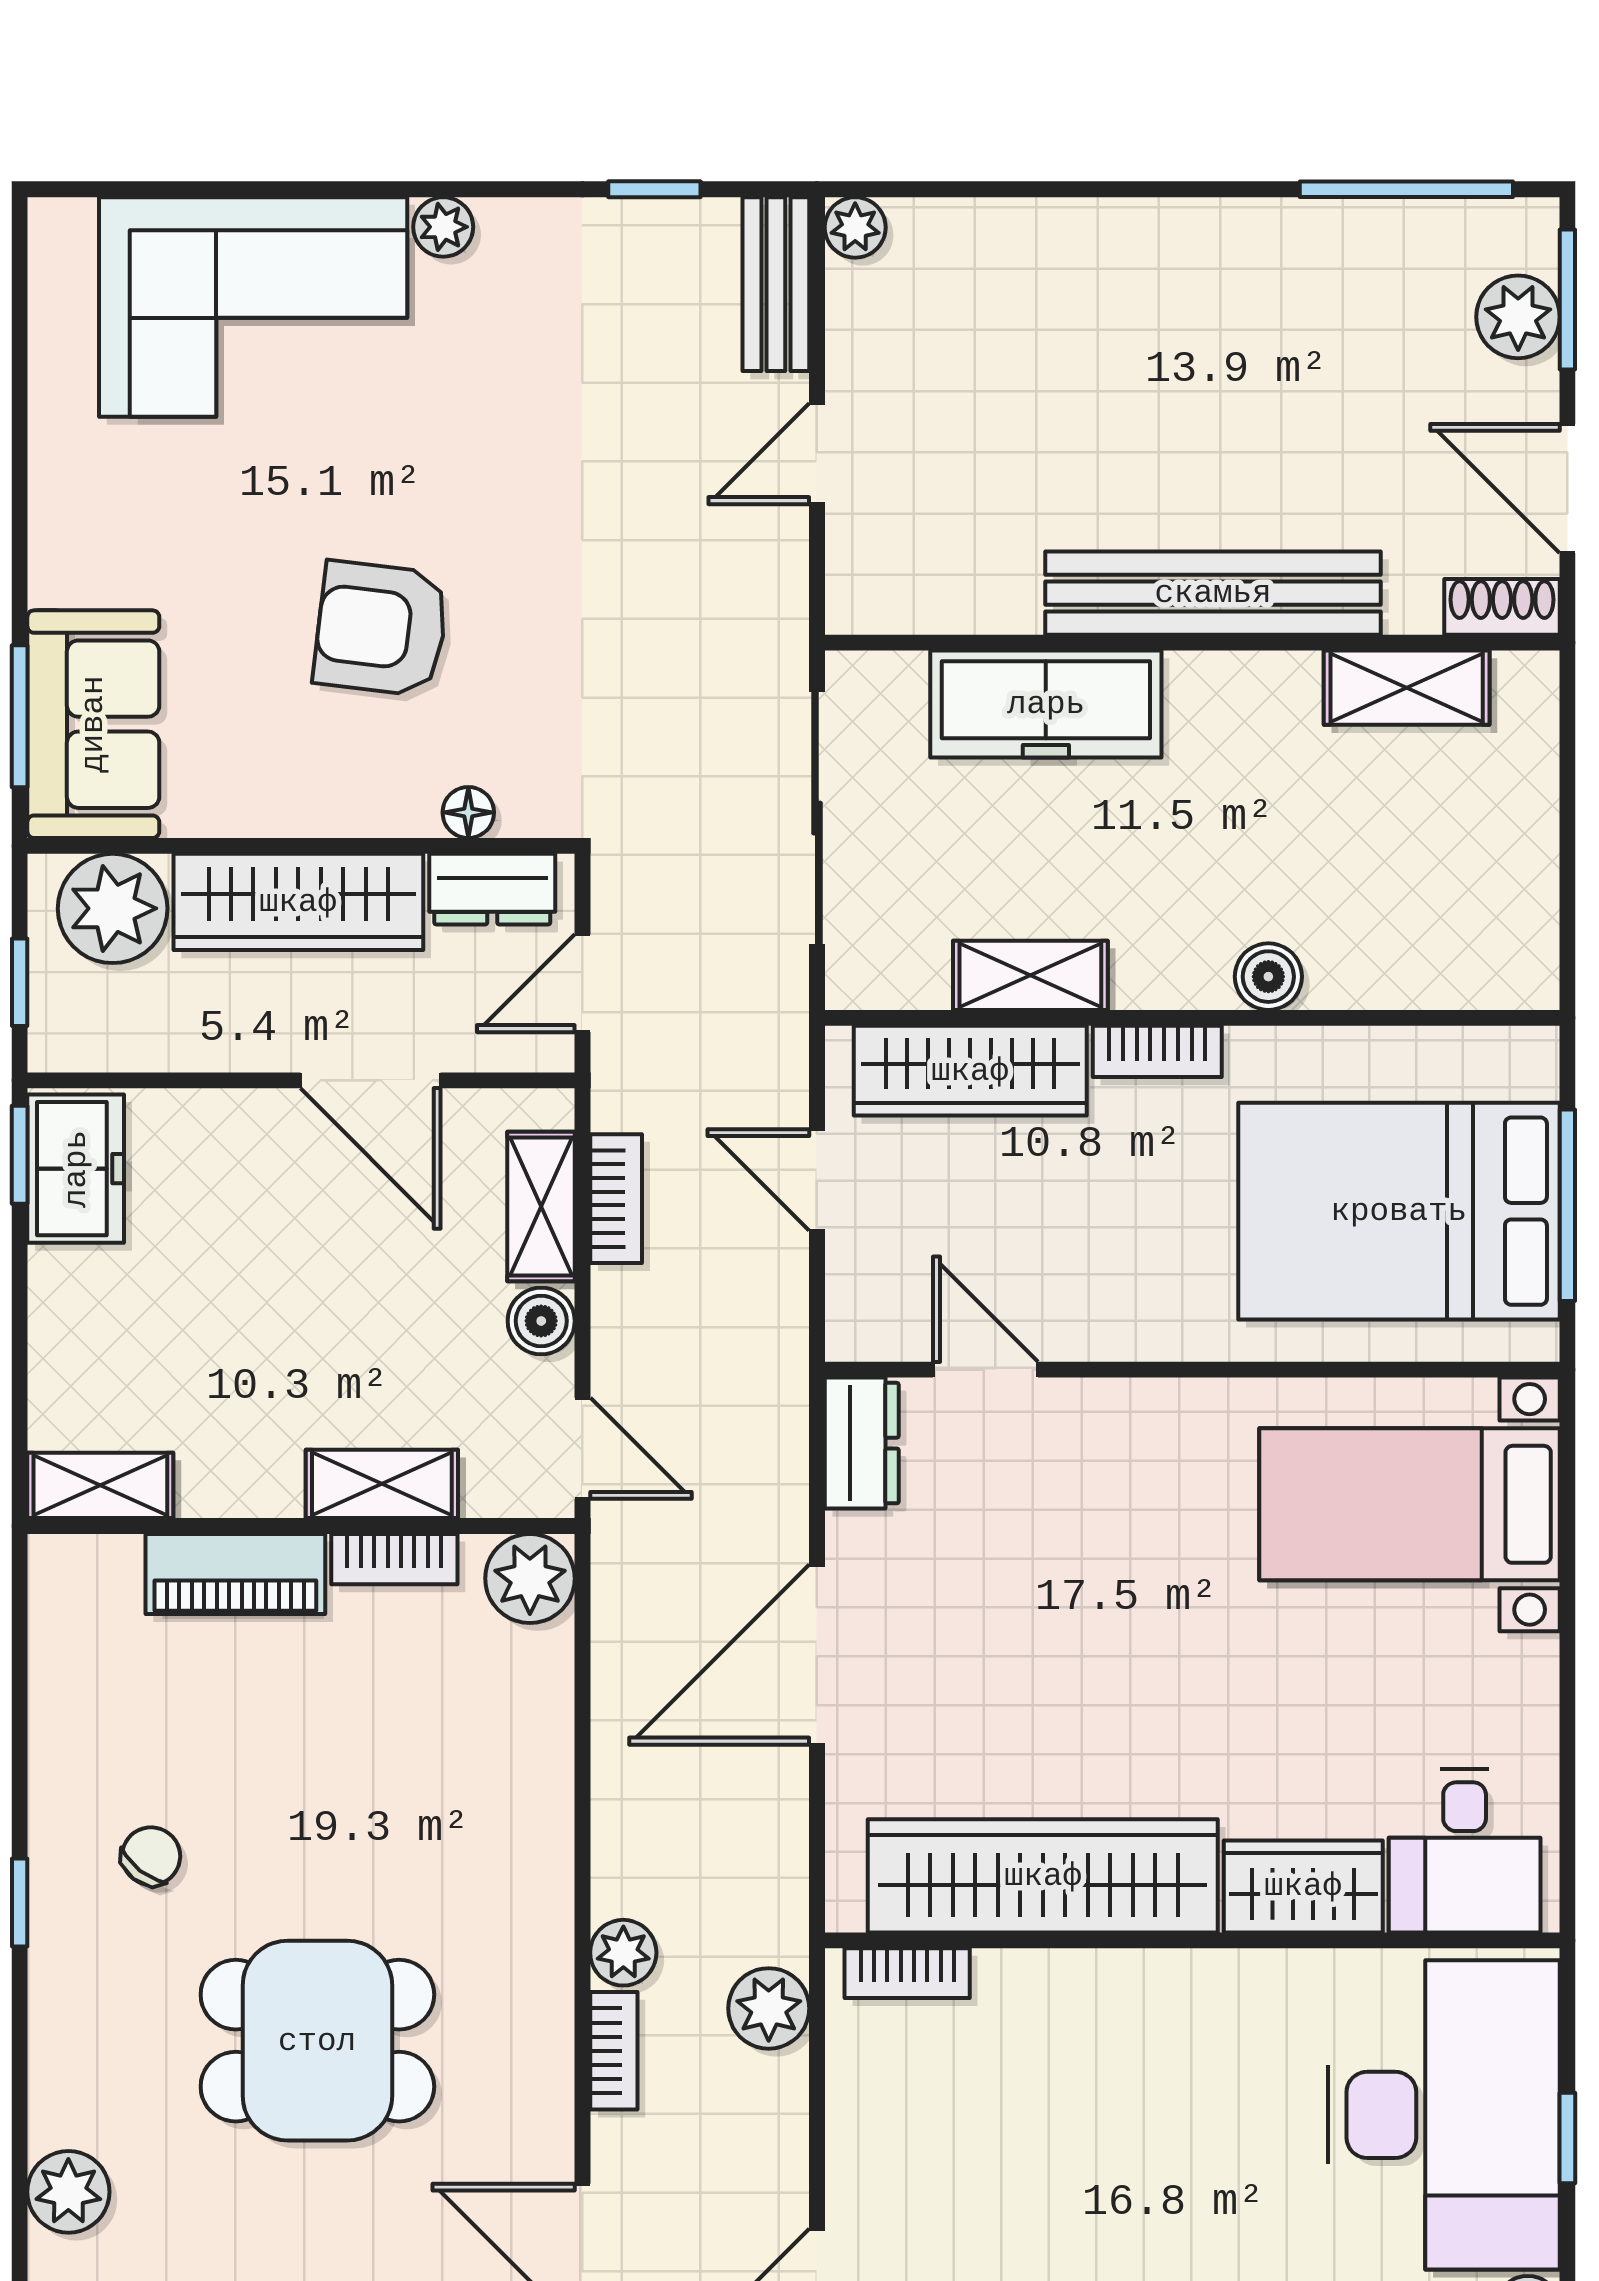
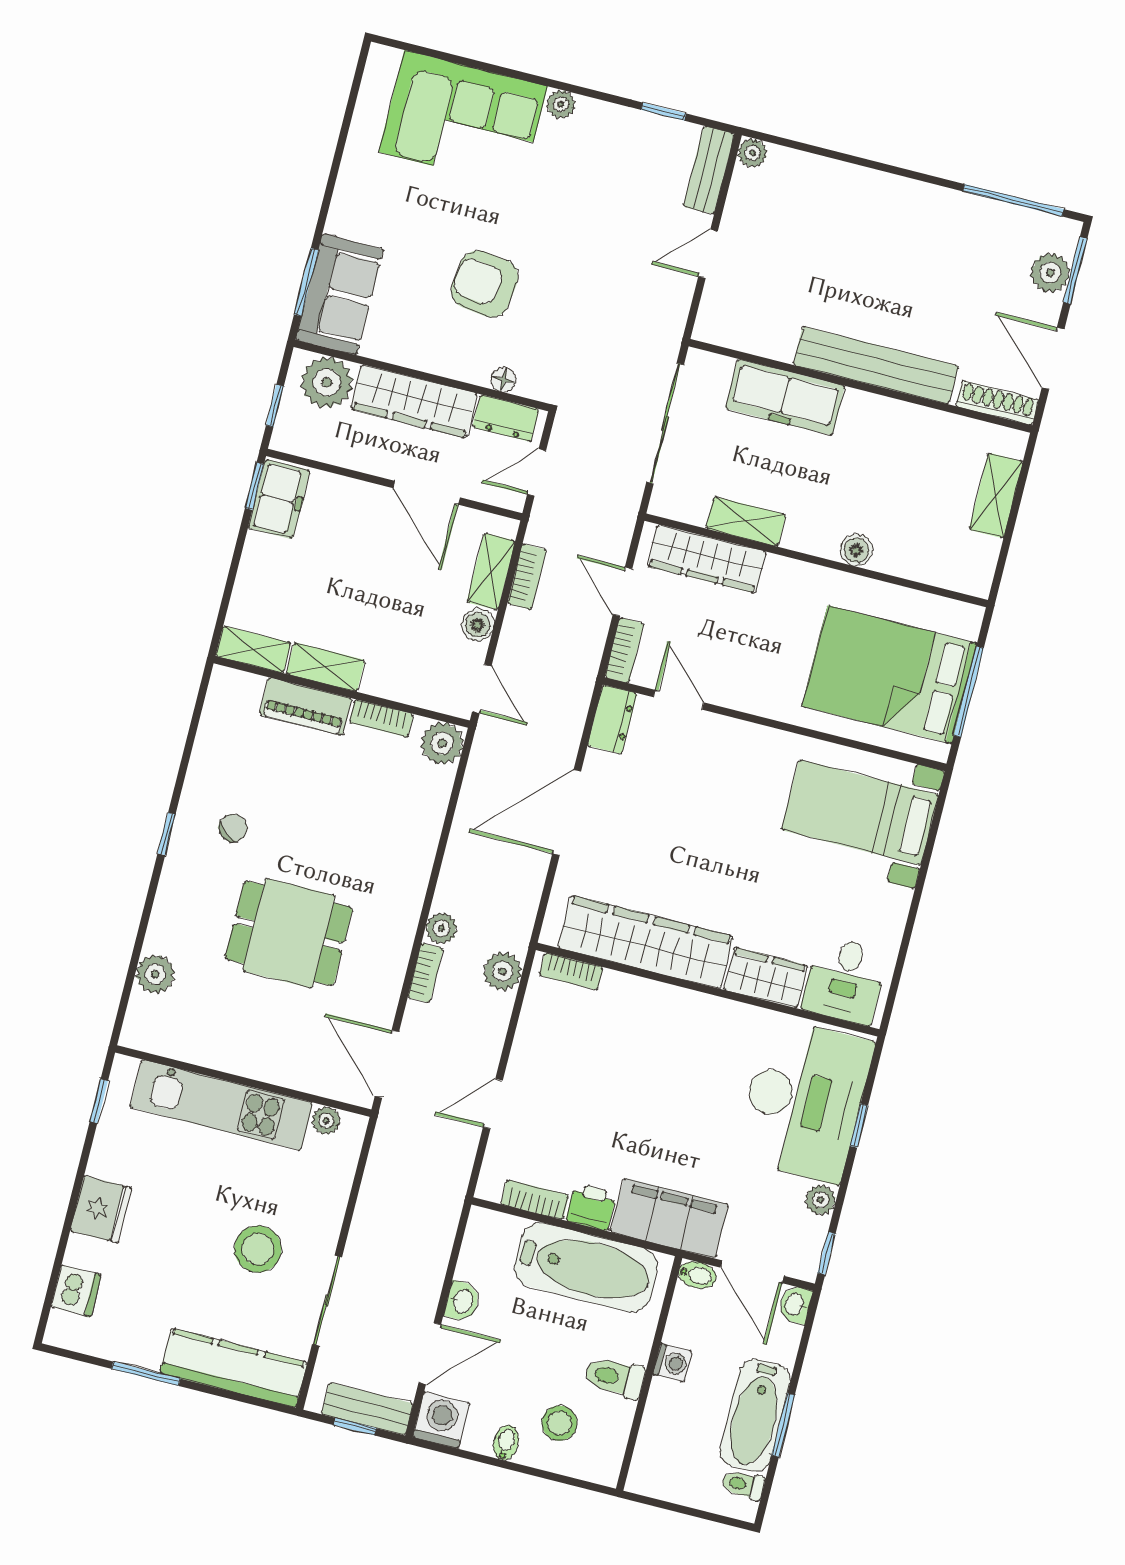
shoe rack: (1502, 607) -> (997, 403), width x1.43
shelving: (1407, 688) -> (996, 496), moved, turned 90
bookcase: (1157, 1051) -> (624, 650), moved, turned -90
shelving: (382, 1484) -> (326, 667), moved

